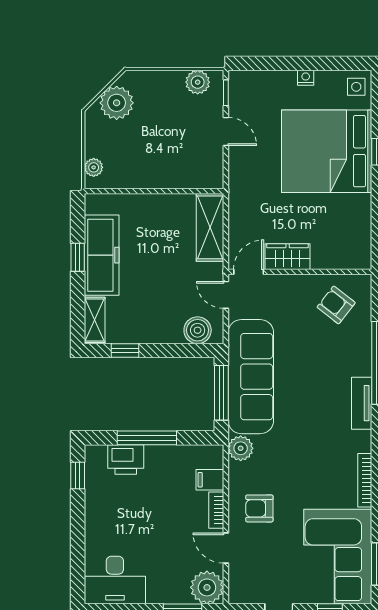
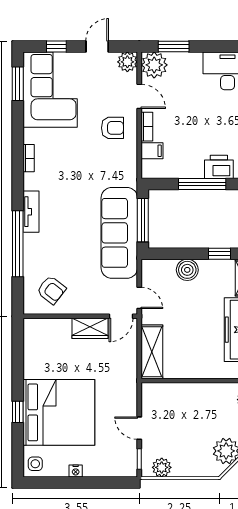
boiler: (198, 330) -> (187, 270), moved
plant: (241, 448) -> (127, 62), moved
bookcase: (365, 480) -> (29, 158), width x0.64

